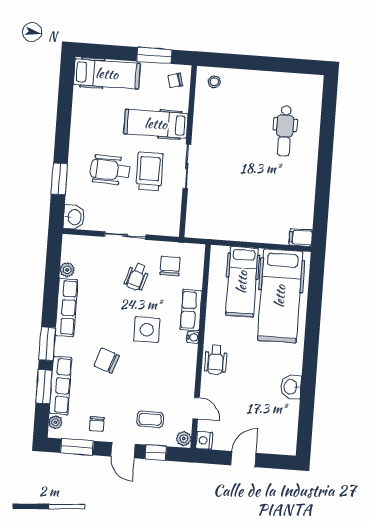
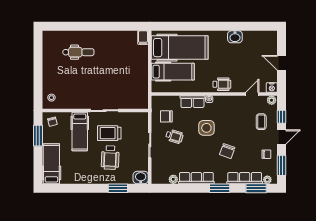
window: (44, 387) -> (256, 188), moved

